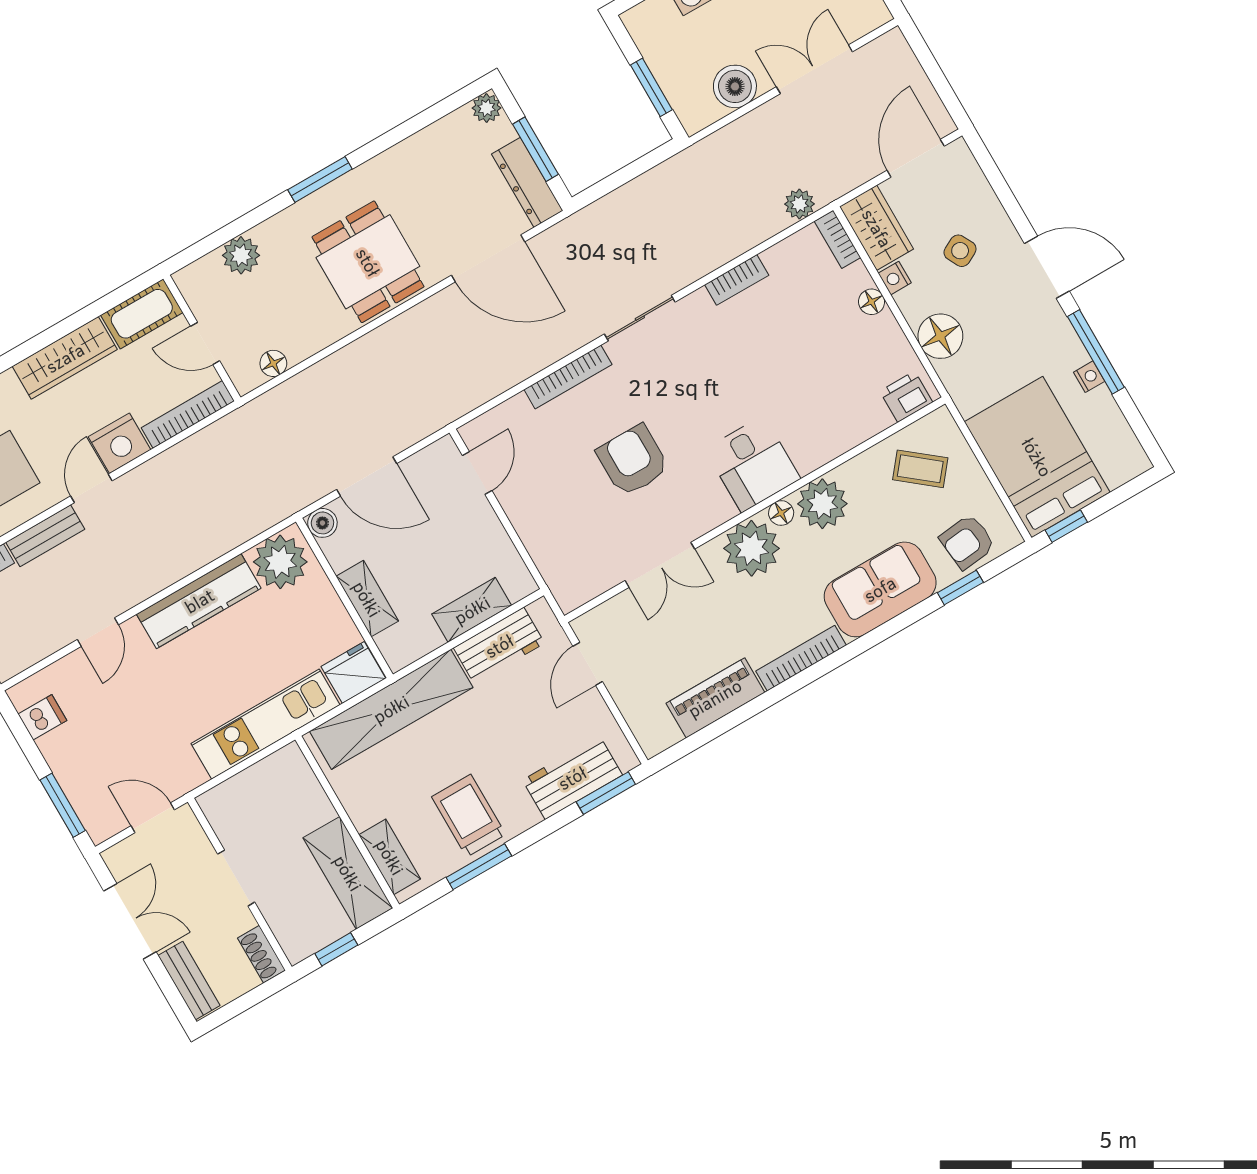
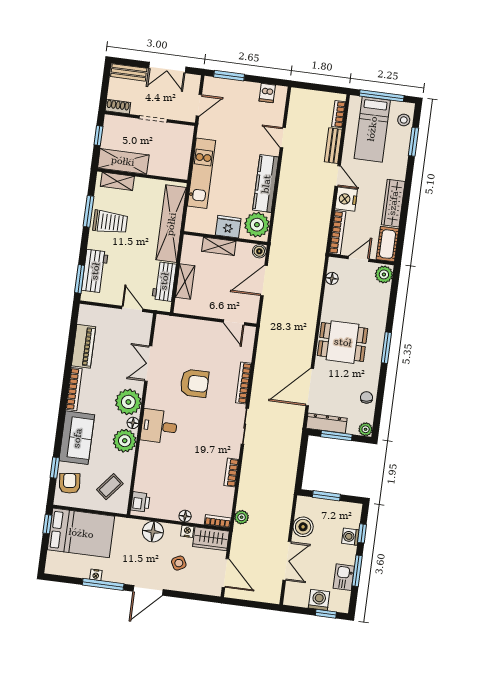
chair: (431, 148) -> (366, 397), added
plant: (241, 255) -> (384, 274), moved
fridge: (353, 672) -> (228, 227), moved, turned -90

